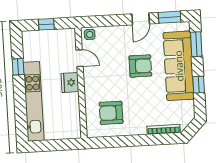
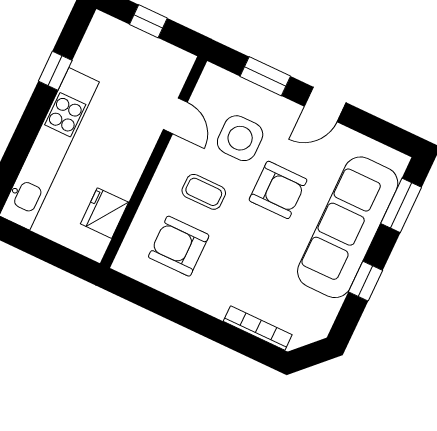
window: (170, 17) -> (265, 76), moved
side table: (90, 34) -> (240, 138), moved, width x1.87, depth x1.87
fridge: (70, 82) -> (104, 213), moved
coffee table: (109, 84) -> (204, 192), added

